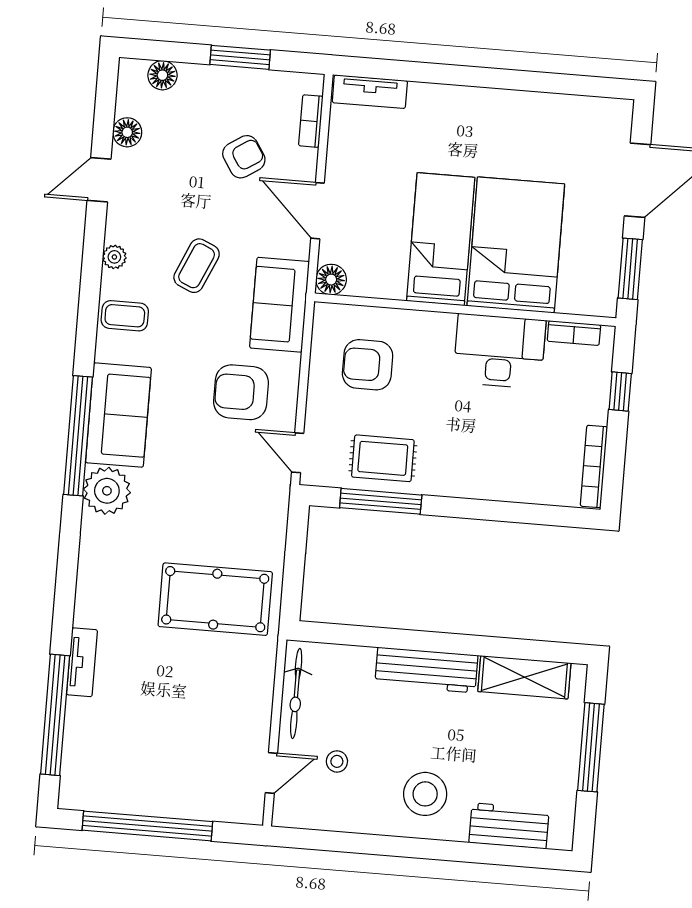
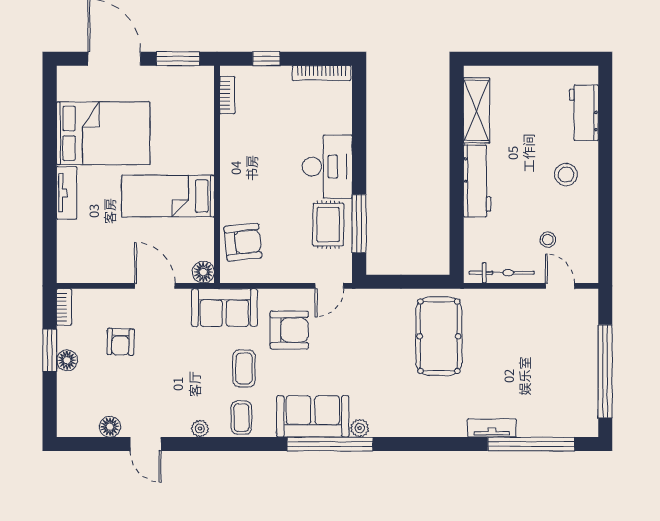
floor lamp: (162, 75) -> (67, 360), moved
tv unit: (370, 92) -> (67, 193), moved
bookcase: (311, 121) -> (64, 307), moved, turned -90
armchair: (244, 157) -> (121, 342), turned -145
door: (318, 211) -> (155, 286), swing flipped
bed: (516, 245) -> (103, 133), moved, turned 180
coffee table: (197, 266) -> (244, 368), moved, turned 66
desk: (499, 351) -> (327, 167), moved, turned 180
armchair: (368, 365) -> (243, 242), moved, turned -96
armchair: (241, 392) -> (289, 330), turned -90
plant: (107, 491) -> (360, 428), width x0.53, depth x0.53
window: (591, 747) -> (523, 59), removed
stool: (425, 794) -> (566, 175), width x0.73, depth x0.73

